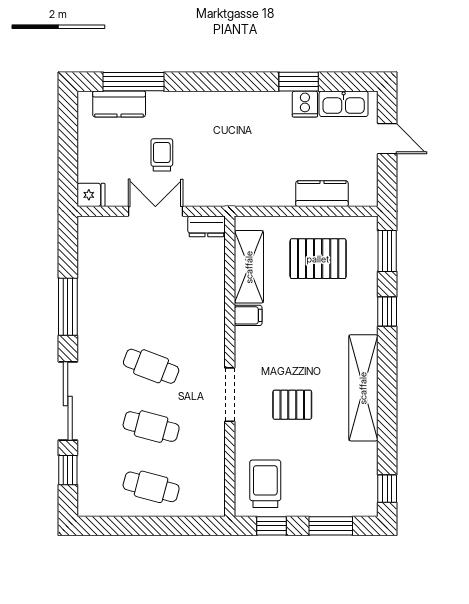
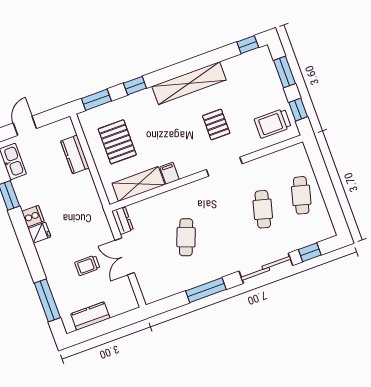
kitchen counter: (119, 104) -> (90, 316), moved, turned -90
cooker: (305, 104) -> (33, 216), moved
fridge: (91, 195) -> (39, 233), moved, turned 90
cafe table: (151, 366) -> (186, 237), moved

